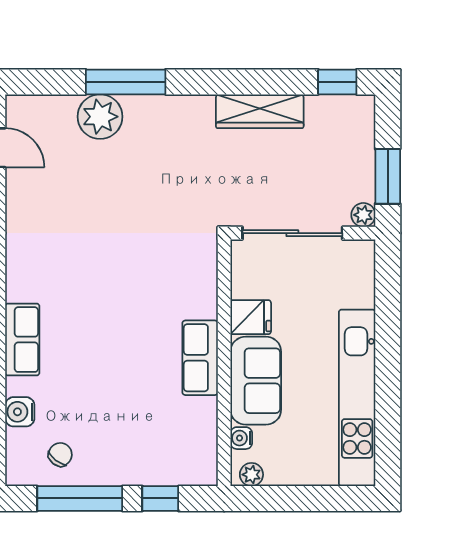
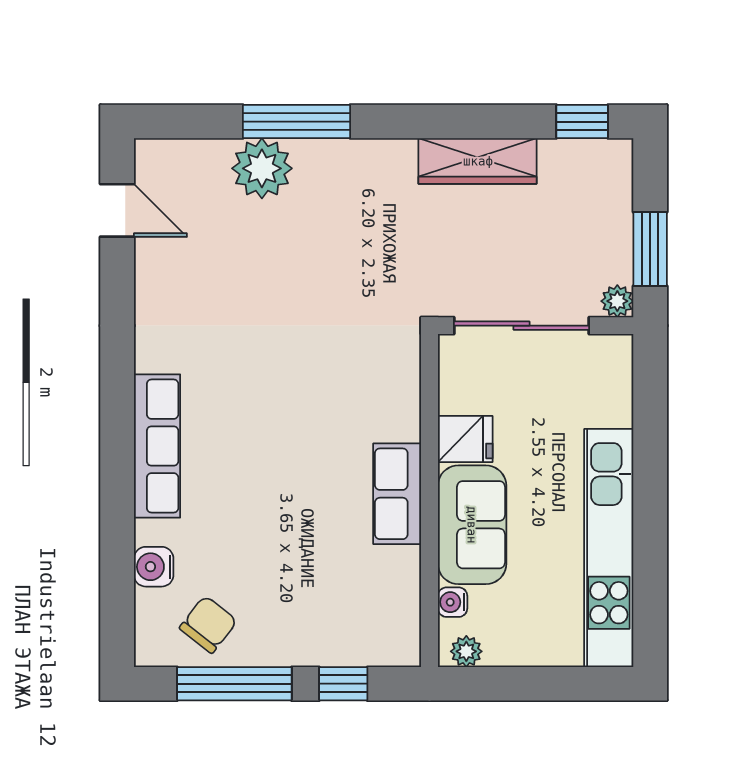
row of seats: (22, 340) -> (157, 446), width x1.48
chair: (60, 455) -> (208, 624), width x1.37, depth x1.37

